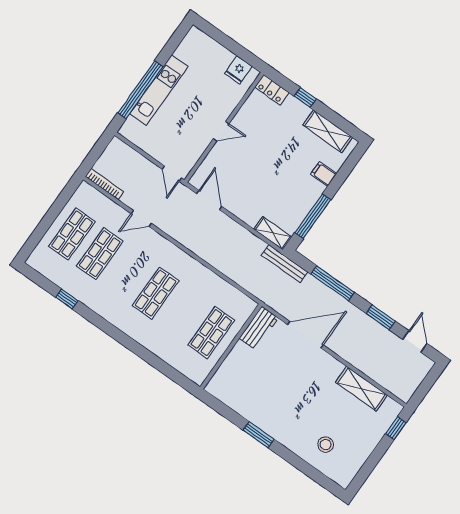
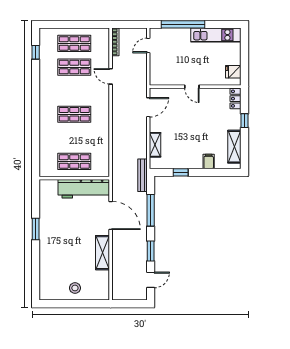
kitchen unit: (159, 90) -> (216, 35), moved
door: (172, 174) -> (148, 45), moved
window: (313, 216) -> (181, 172), width x0.46
shelving: (273, 233) -> (155, 145), moved
window: (67, 299) -> (36, 52), moved
workbench: (259, 328) -> (84, 189), width x1.88, depth x1.32
shelving: (361, 389) -> (103, 253), moved
window: (396, 428) -> (94, 304), removed
stool: (326, 445) -> (75, 288), moved

